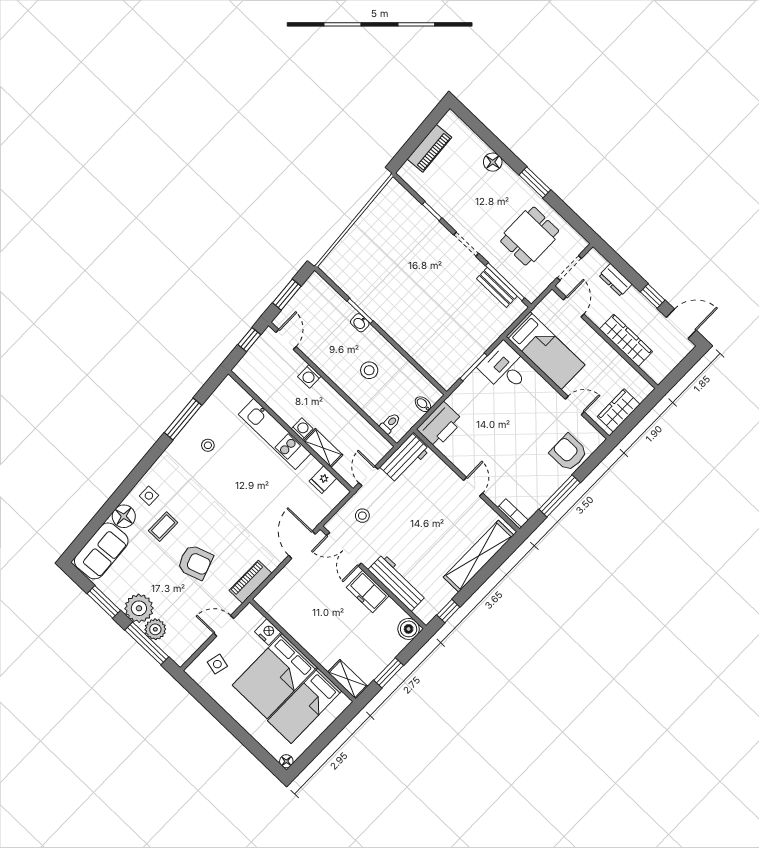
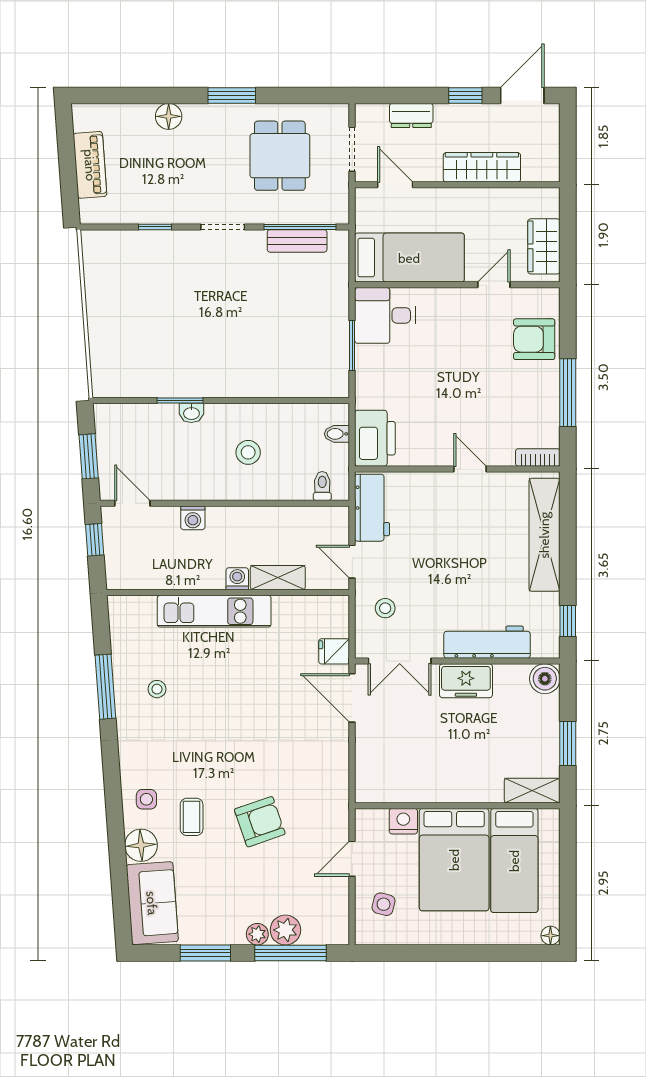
fridge: (323, 480) -> (334, 651), moved, turned 90
piano: (250, 582) -> (336, 787), removed
plant: (139, 608) -> (257, 934), width x0.53, depth x0.53

